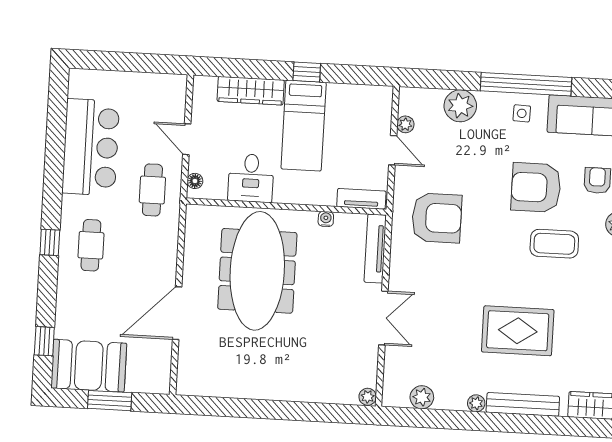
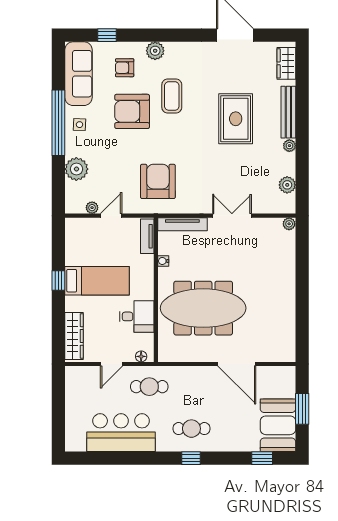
wardrobe: (251, 91) -> (74, 336), moved
armchair: (536, 187) -> (132, 111), turned 90

